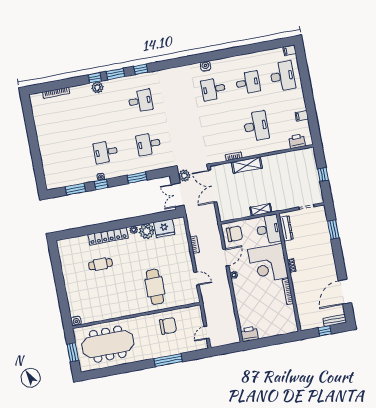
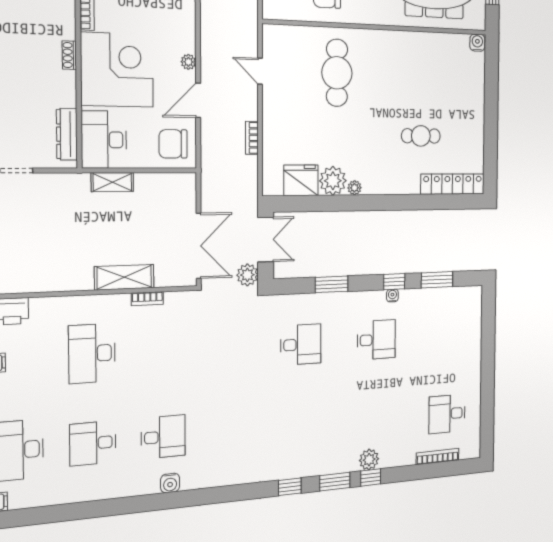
desk: (140, 101) -> (447, 414), moved
locker: (108, 236) -> (453, 184), moved

